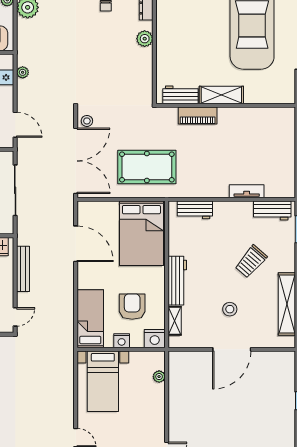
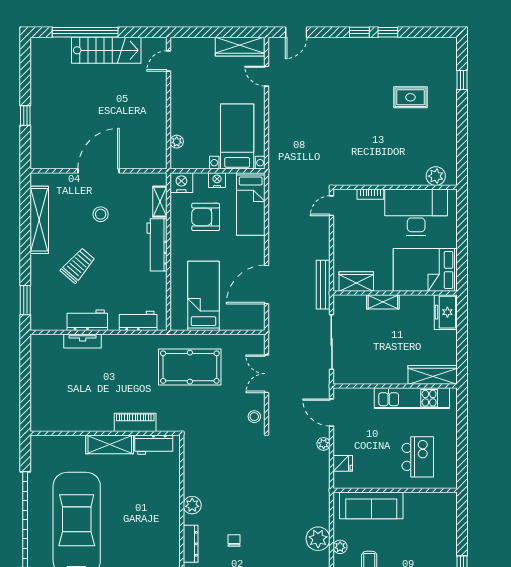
plant: (23, 72) -> (324, 444), moved
double door: (76, 161) -> (266, 374), width x0.54
workbench: (272, 211) -> (87, 320), moved
bed: (141, 233) -> (203, 296), width x0.67
door: (76, 244) -> (266, 285), hinge flipped
bench: (23, 269) -> (323, 285), moved
armchair: (132, 307) -> (206, 217), turned 90

